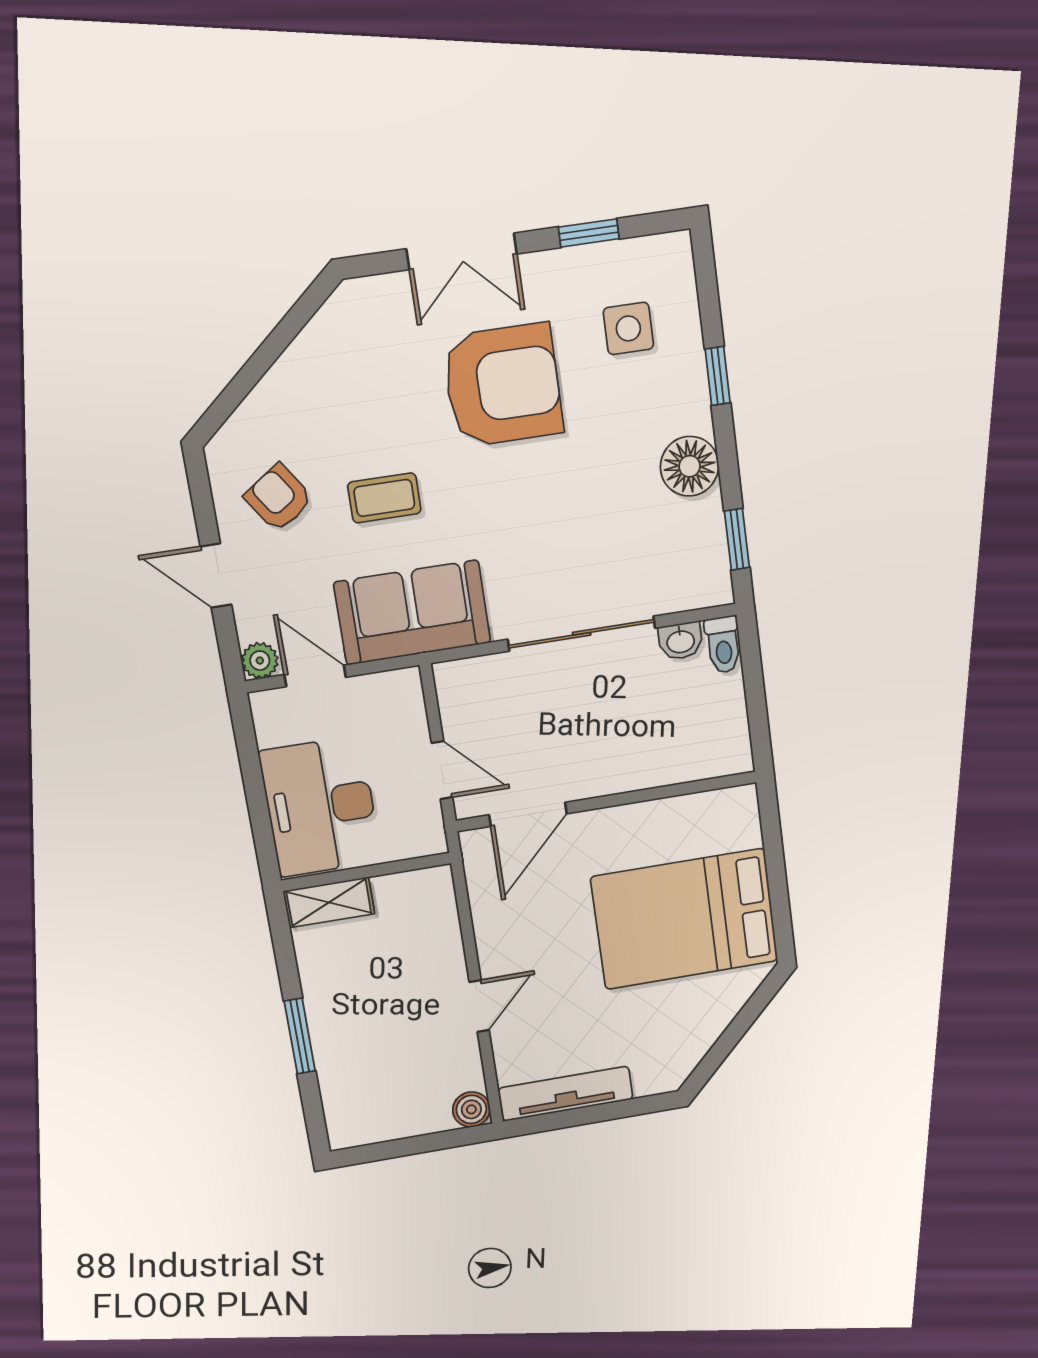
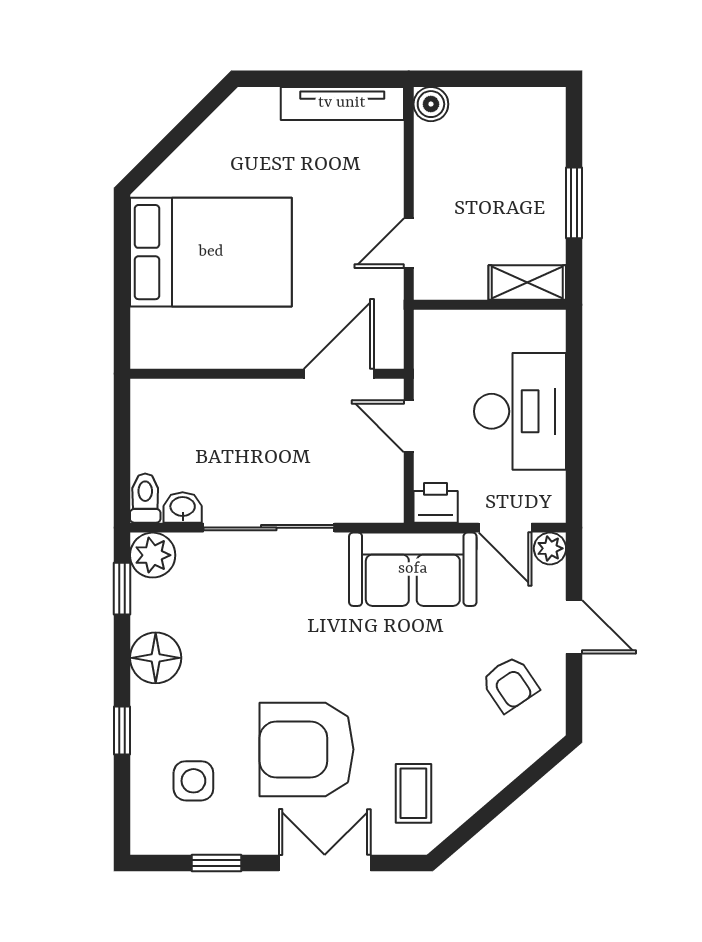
coffee table: (384, 498) -> (413, 793), moved, turned 90
plant: (707, 583) -> (153, 555), added
printer: (398, 691) -> (436, 503), added
wall: (366, 872) -> (490, 305), moved
shelving: (329, 902) -> (527, 282), moved
door: (479, 1006) -> (409, 243), moved

